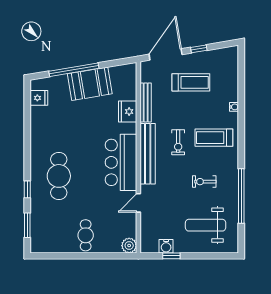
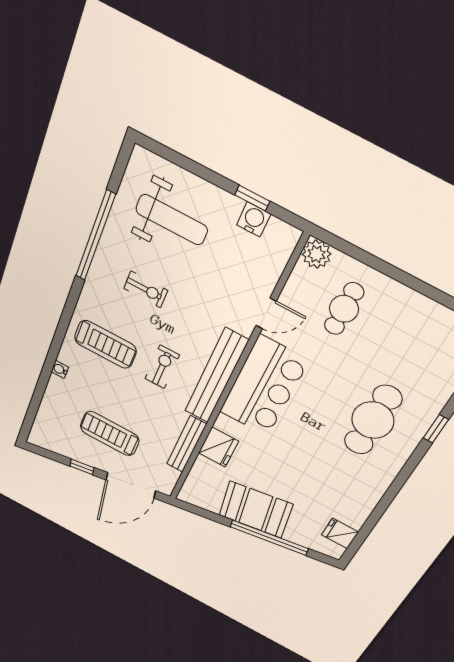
cafe table: (86, 235) -> (344, 309), moved

